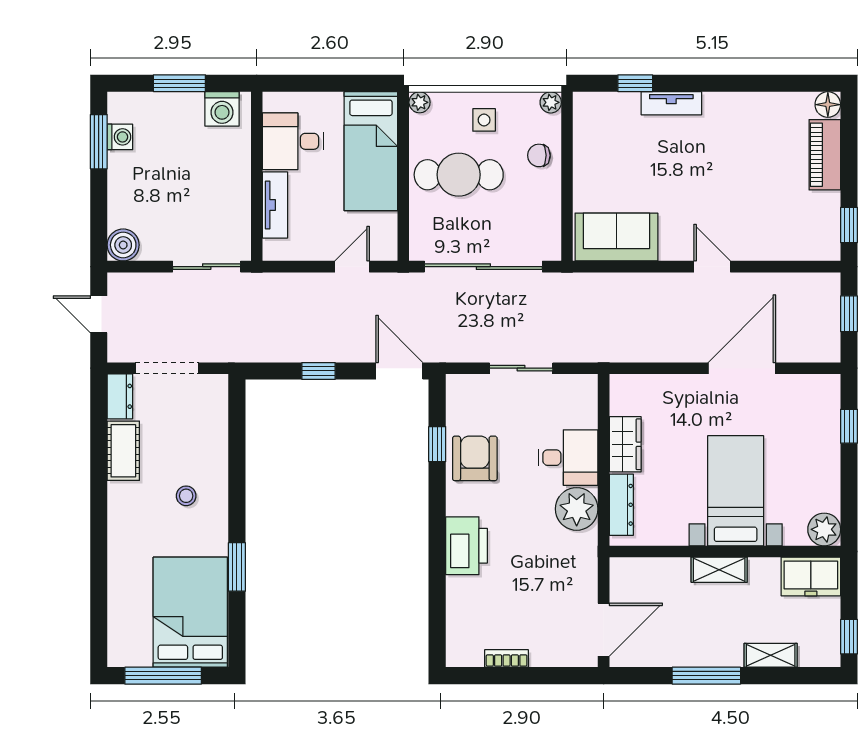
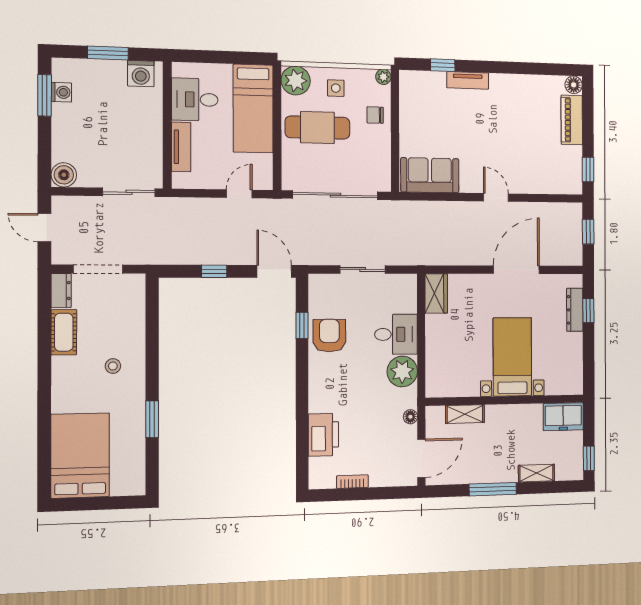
plant: (420, 102) -> (296, 81), width x1.87, depth x1.87
wardrobe: (625, 444) -> (436, 293), moved
dresser: (621, 505) -> (575, 310), moved, turned 180
plant: (824, 529) -> (572, 383), removed
printer: (466, 546) -> (323, 435), moved
shelving: (719, 570) -> (465, 414), moved
floor lamp: (588, 572) -> (410, 417), added
bed: (190, 612) -> (80, 455), moved
window: (163, 676) -> (95, 503), removed

